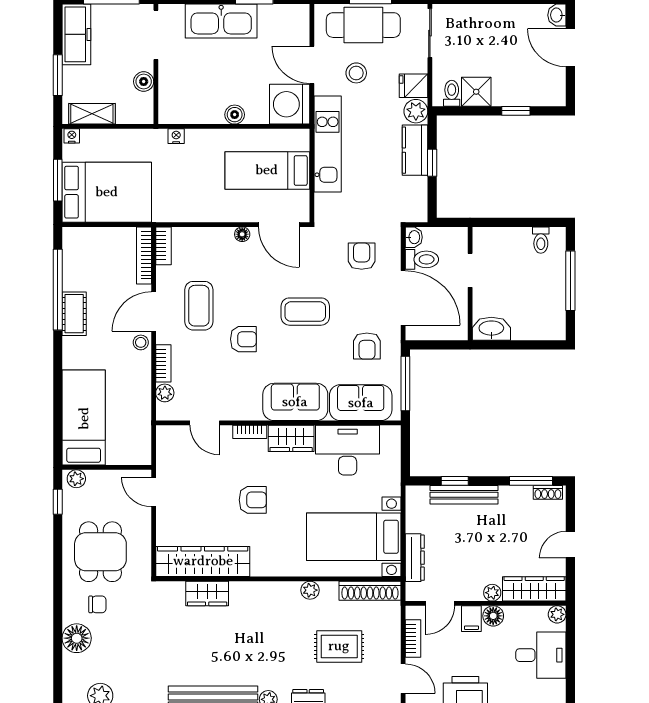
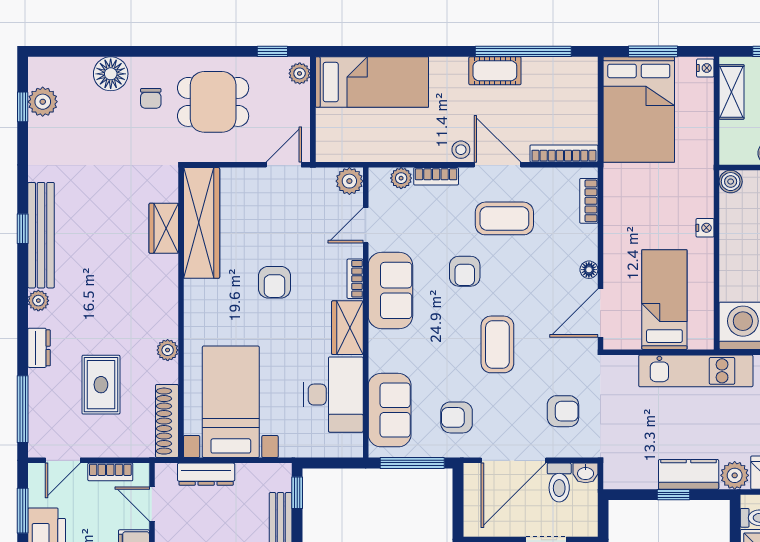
boiler: (235, 115) -> (731, 182), moved
nightstand: (176, 136) -> (705, 228), moved
bookcase: (163, 246) -> (589, 201), moved, turned 90
sofa: (295, 402) -> (390, 290), moved
plant: (167, 437) -> (349, 181), added
window: (455, 481) -> (297, 493), moved

